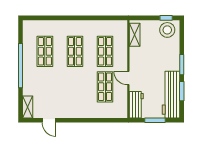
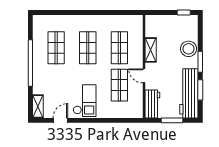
stool: (167, 30) -> (189, 49), moved
shelving: (135, 35) -> (151, 50), moved
checkout: (72, 101) -> (85, 101), added
door: (49, 120) -> (60, 120), swing flipped

